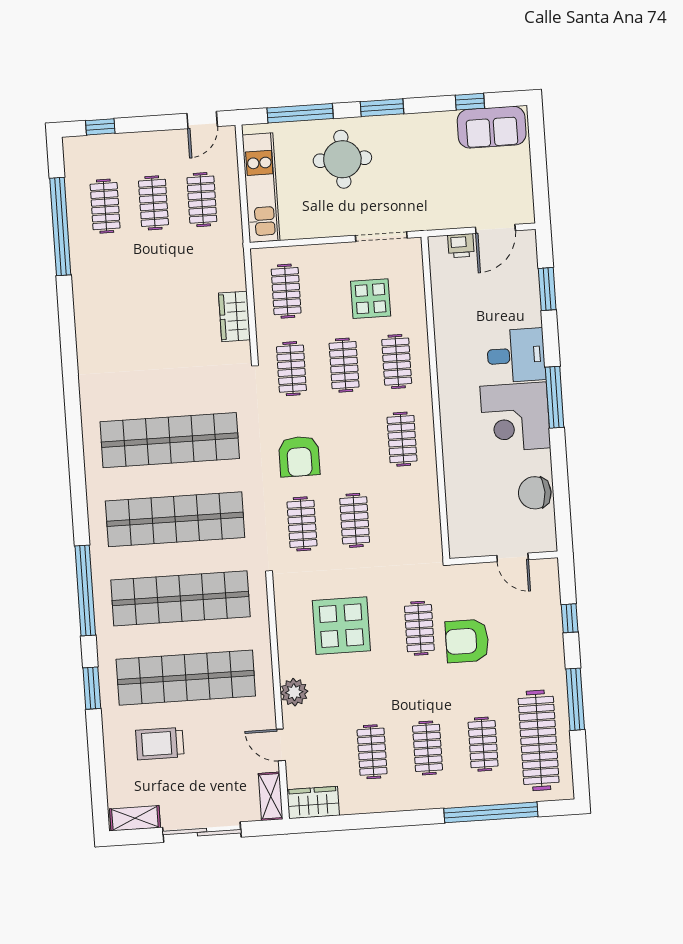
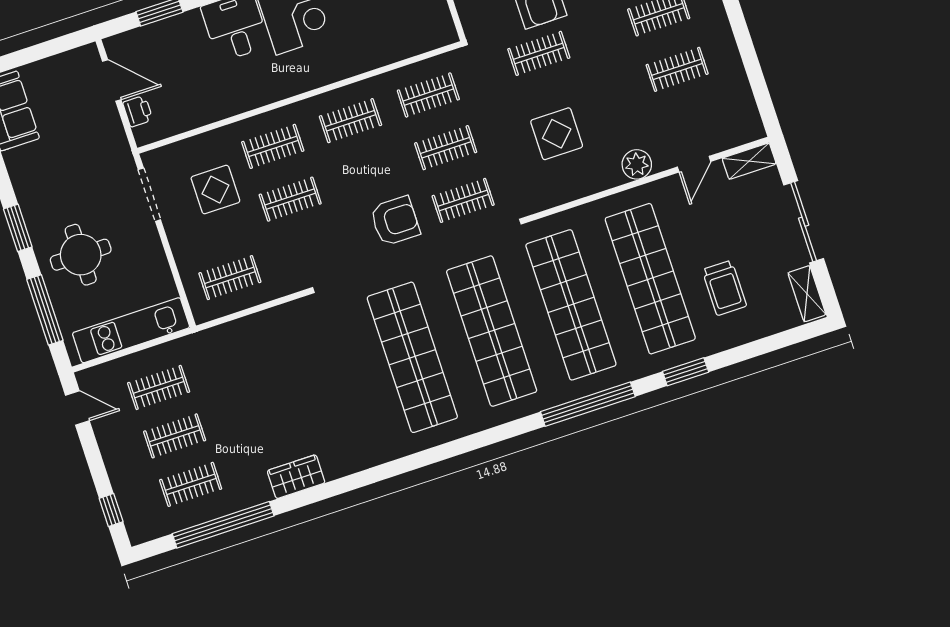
wardrobe: (234, 316) -> (296, 477), moved, turned 180
clothes rail: (291, 369) -> (428, 95), moved
display table: (341, 626) -> (557, 134), width x0.73, depth x0.73
wardrobe: (313, 802) -> (744, 116), removed

